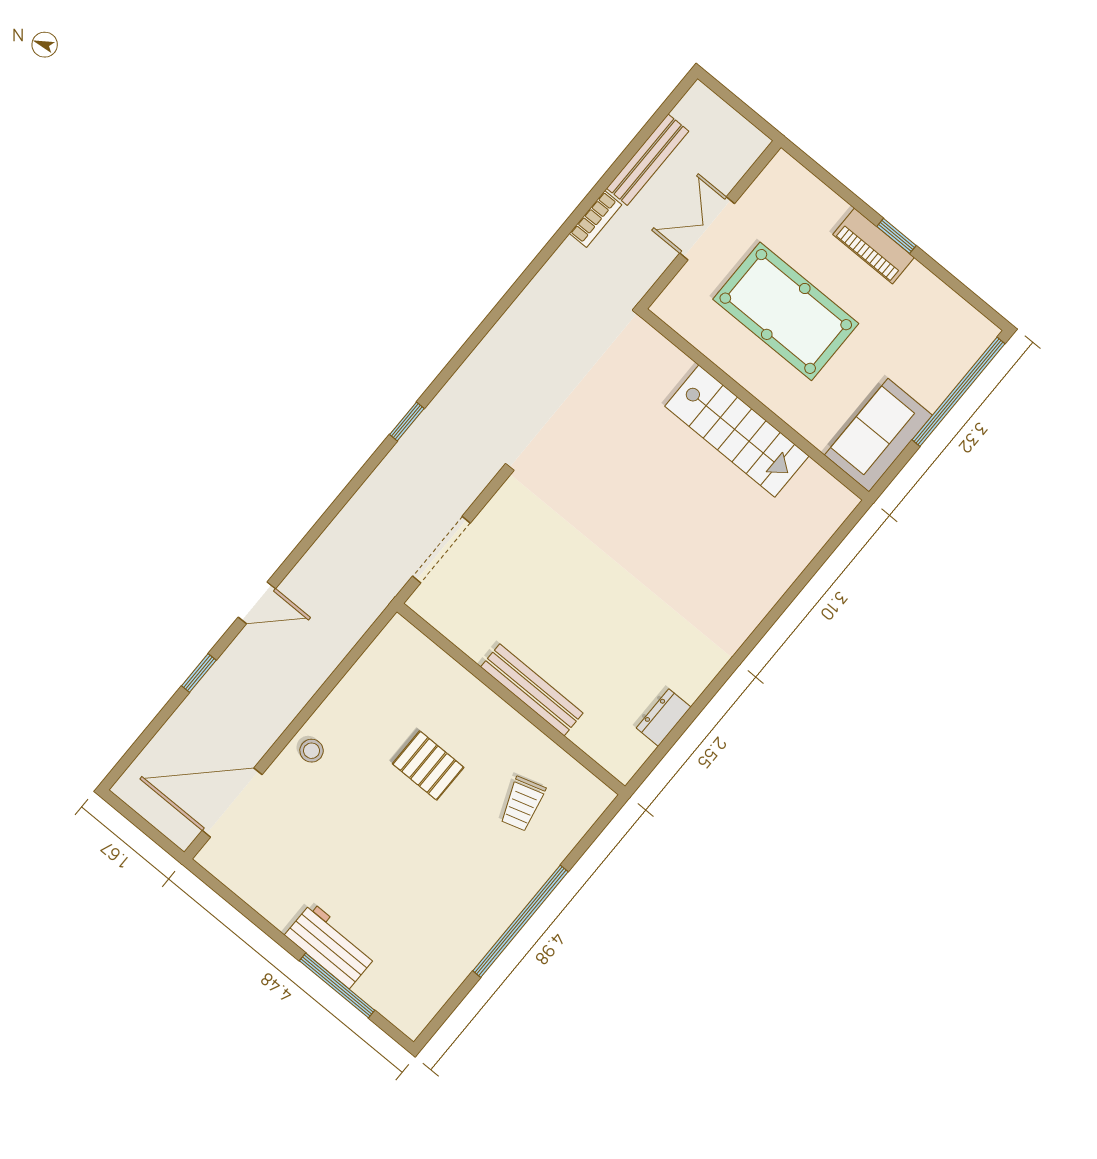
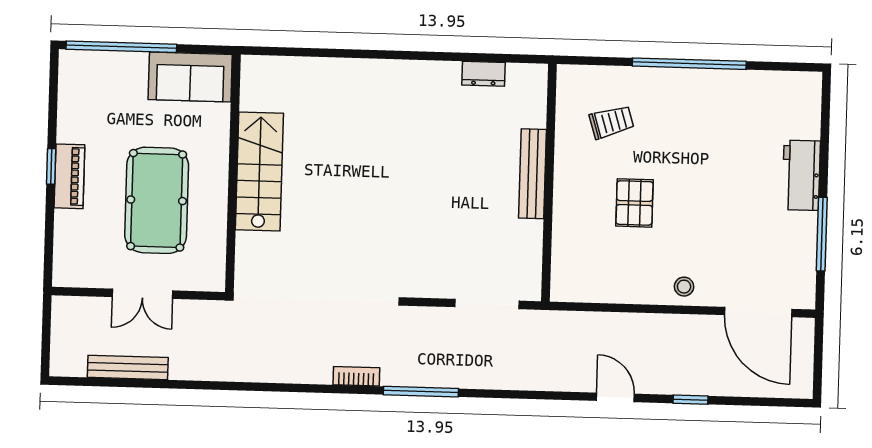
bookcase: (595, 219) -> (356, 376), moved
window: (407, 421) -> (421, 392), width x2.17
window: (337, 986) -> (822, 234), moved

